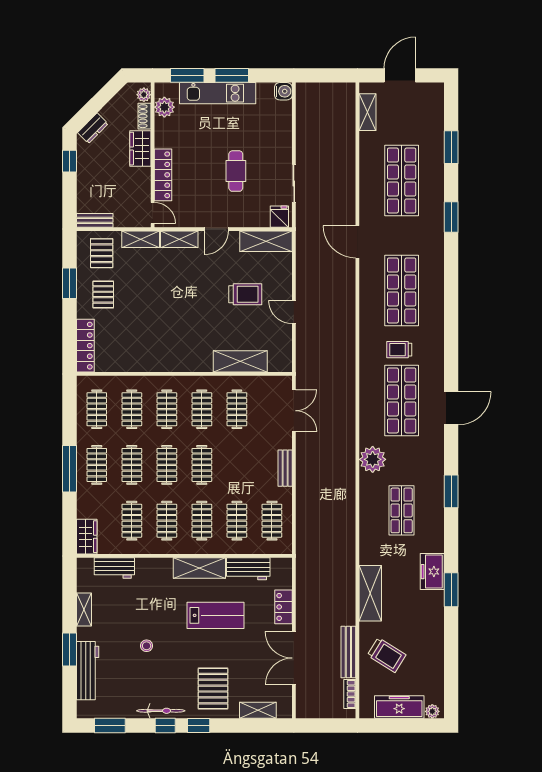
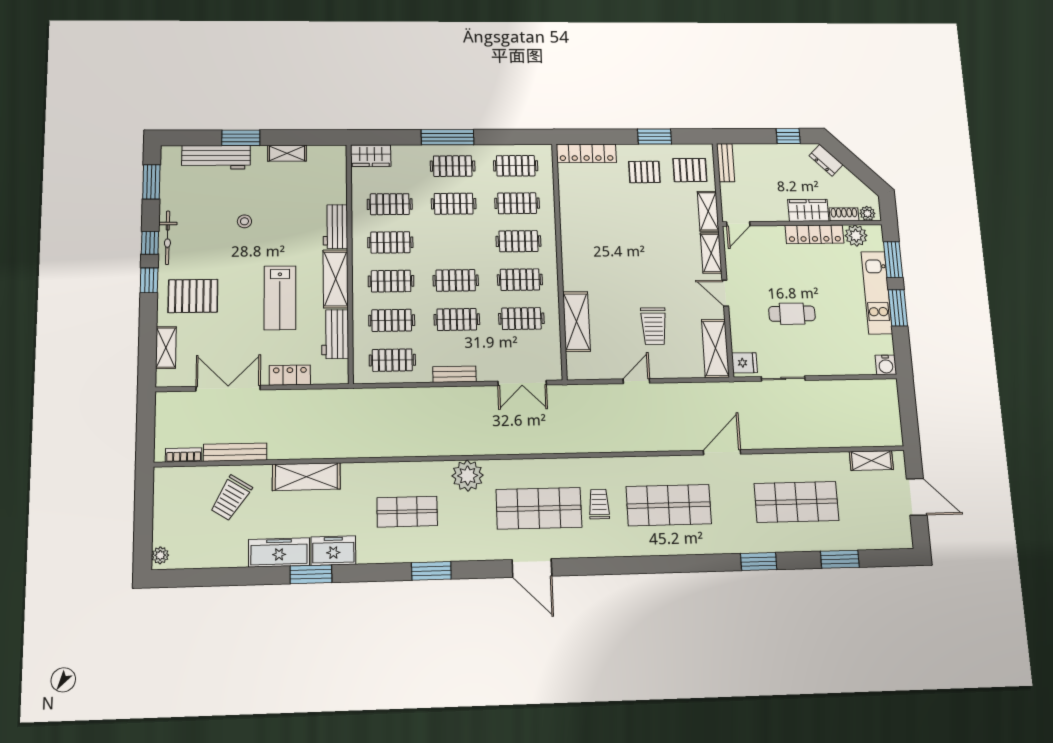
locker: (163, 175) -> (815, 234), moved
clothes rail: (167, 465) -> (457, 319), moved
workbench: (114, 568) -> (335, 227), moved
freezer: (399, 707) -> (279, 552), moved, turned -90

